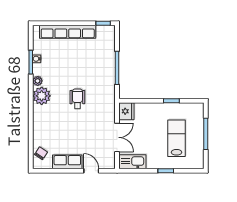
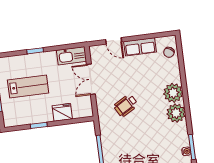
plant: (38, 81) -> (173, 93), moved, width x1.88, depth x1.88
wheelchair: (77, 99) -> (126, 105), moved, turned 60
fridge: (126, 111) -> (62, 112), moved, turned 90
lab bench: (177, 138) -> (28, 86), turned -90

